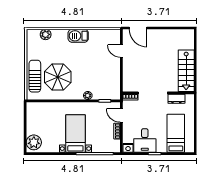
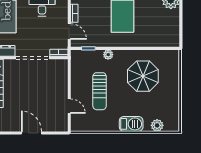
door: (138, 28) -> (32, 133), moved
barbecue: (78, 36) -> (131, 124), moved
sun lounger: (35, 76) -> (100, 91), moved

